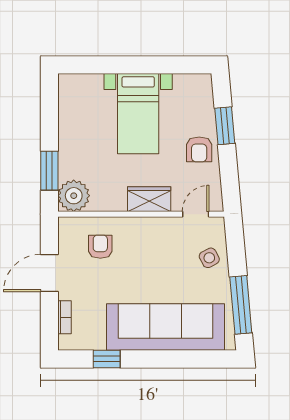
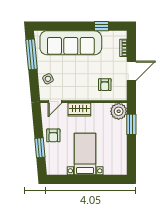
armchair: (199, 149) -> (53, 135), turned 180

